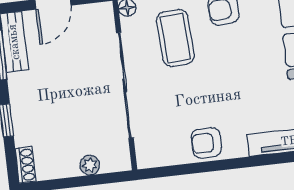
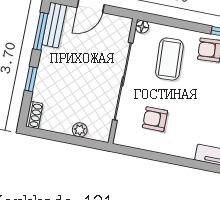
armchair: (206, 143) -> (155, 119), moved

